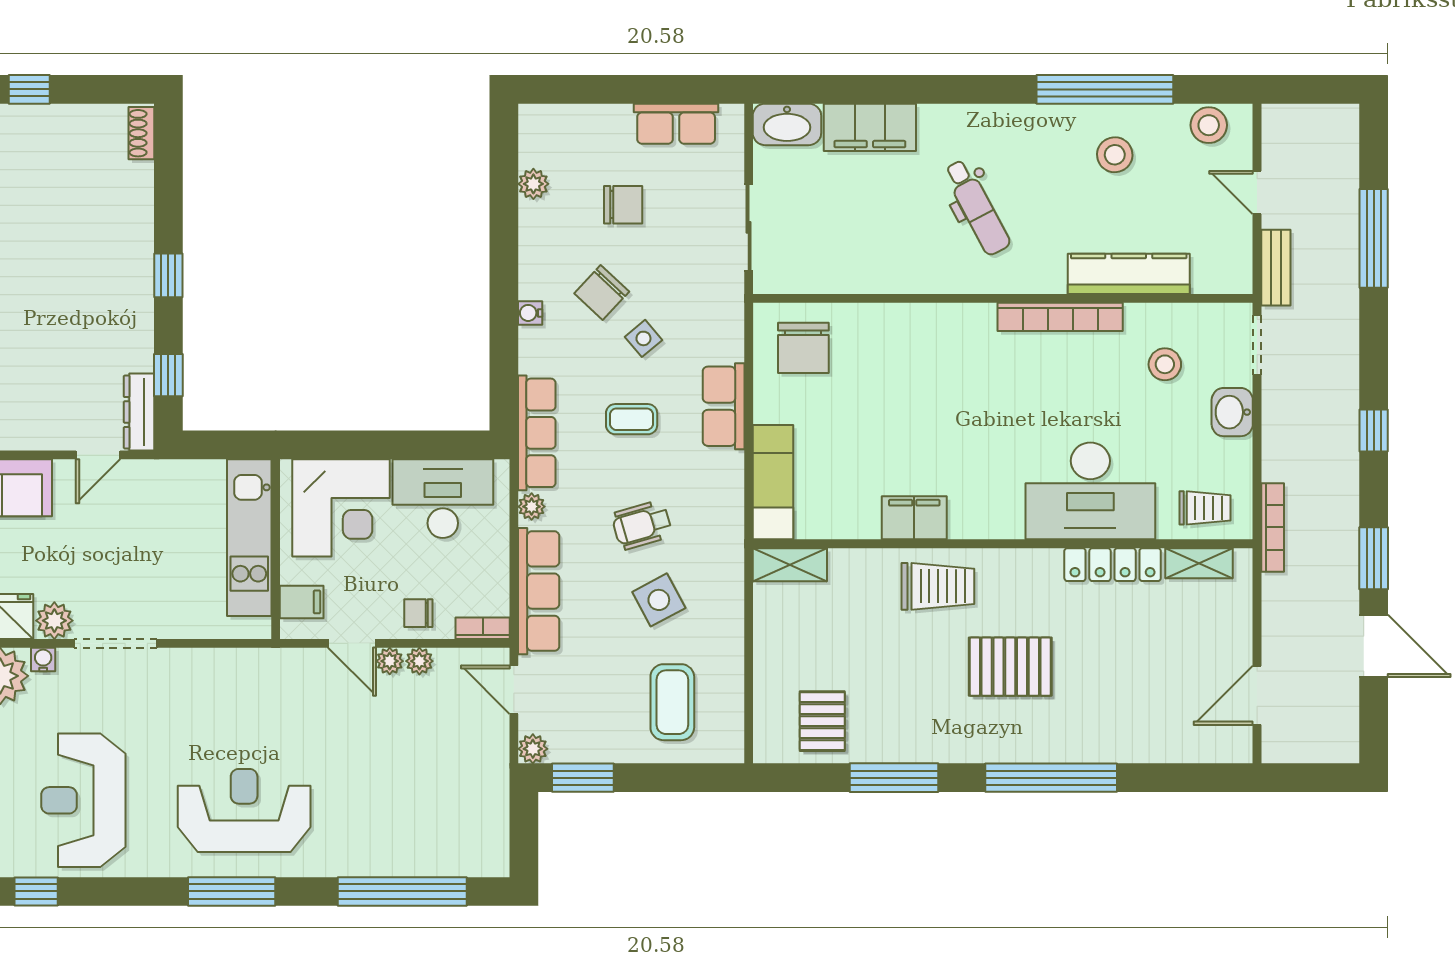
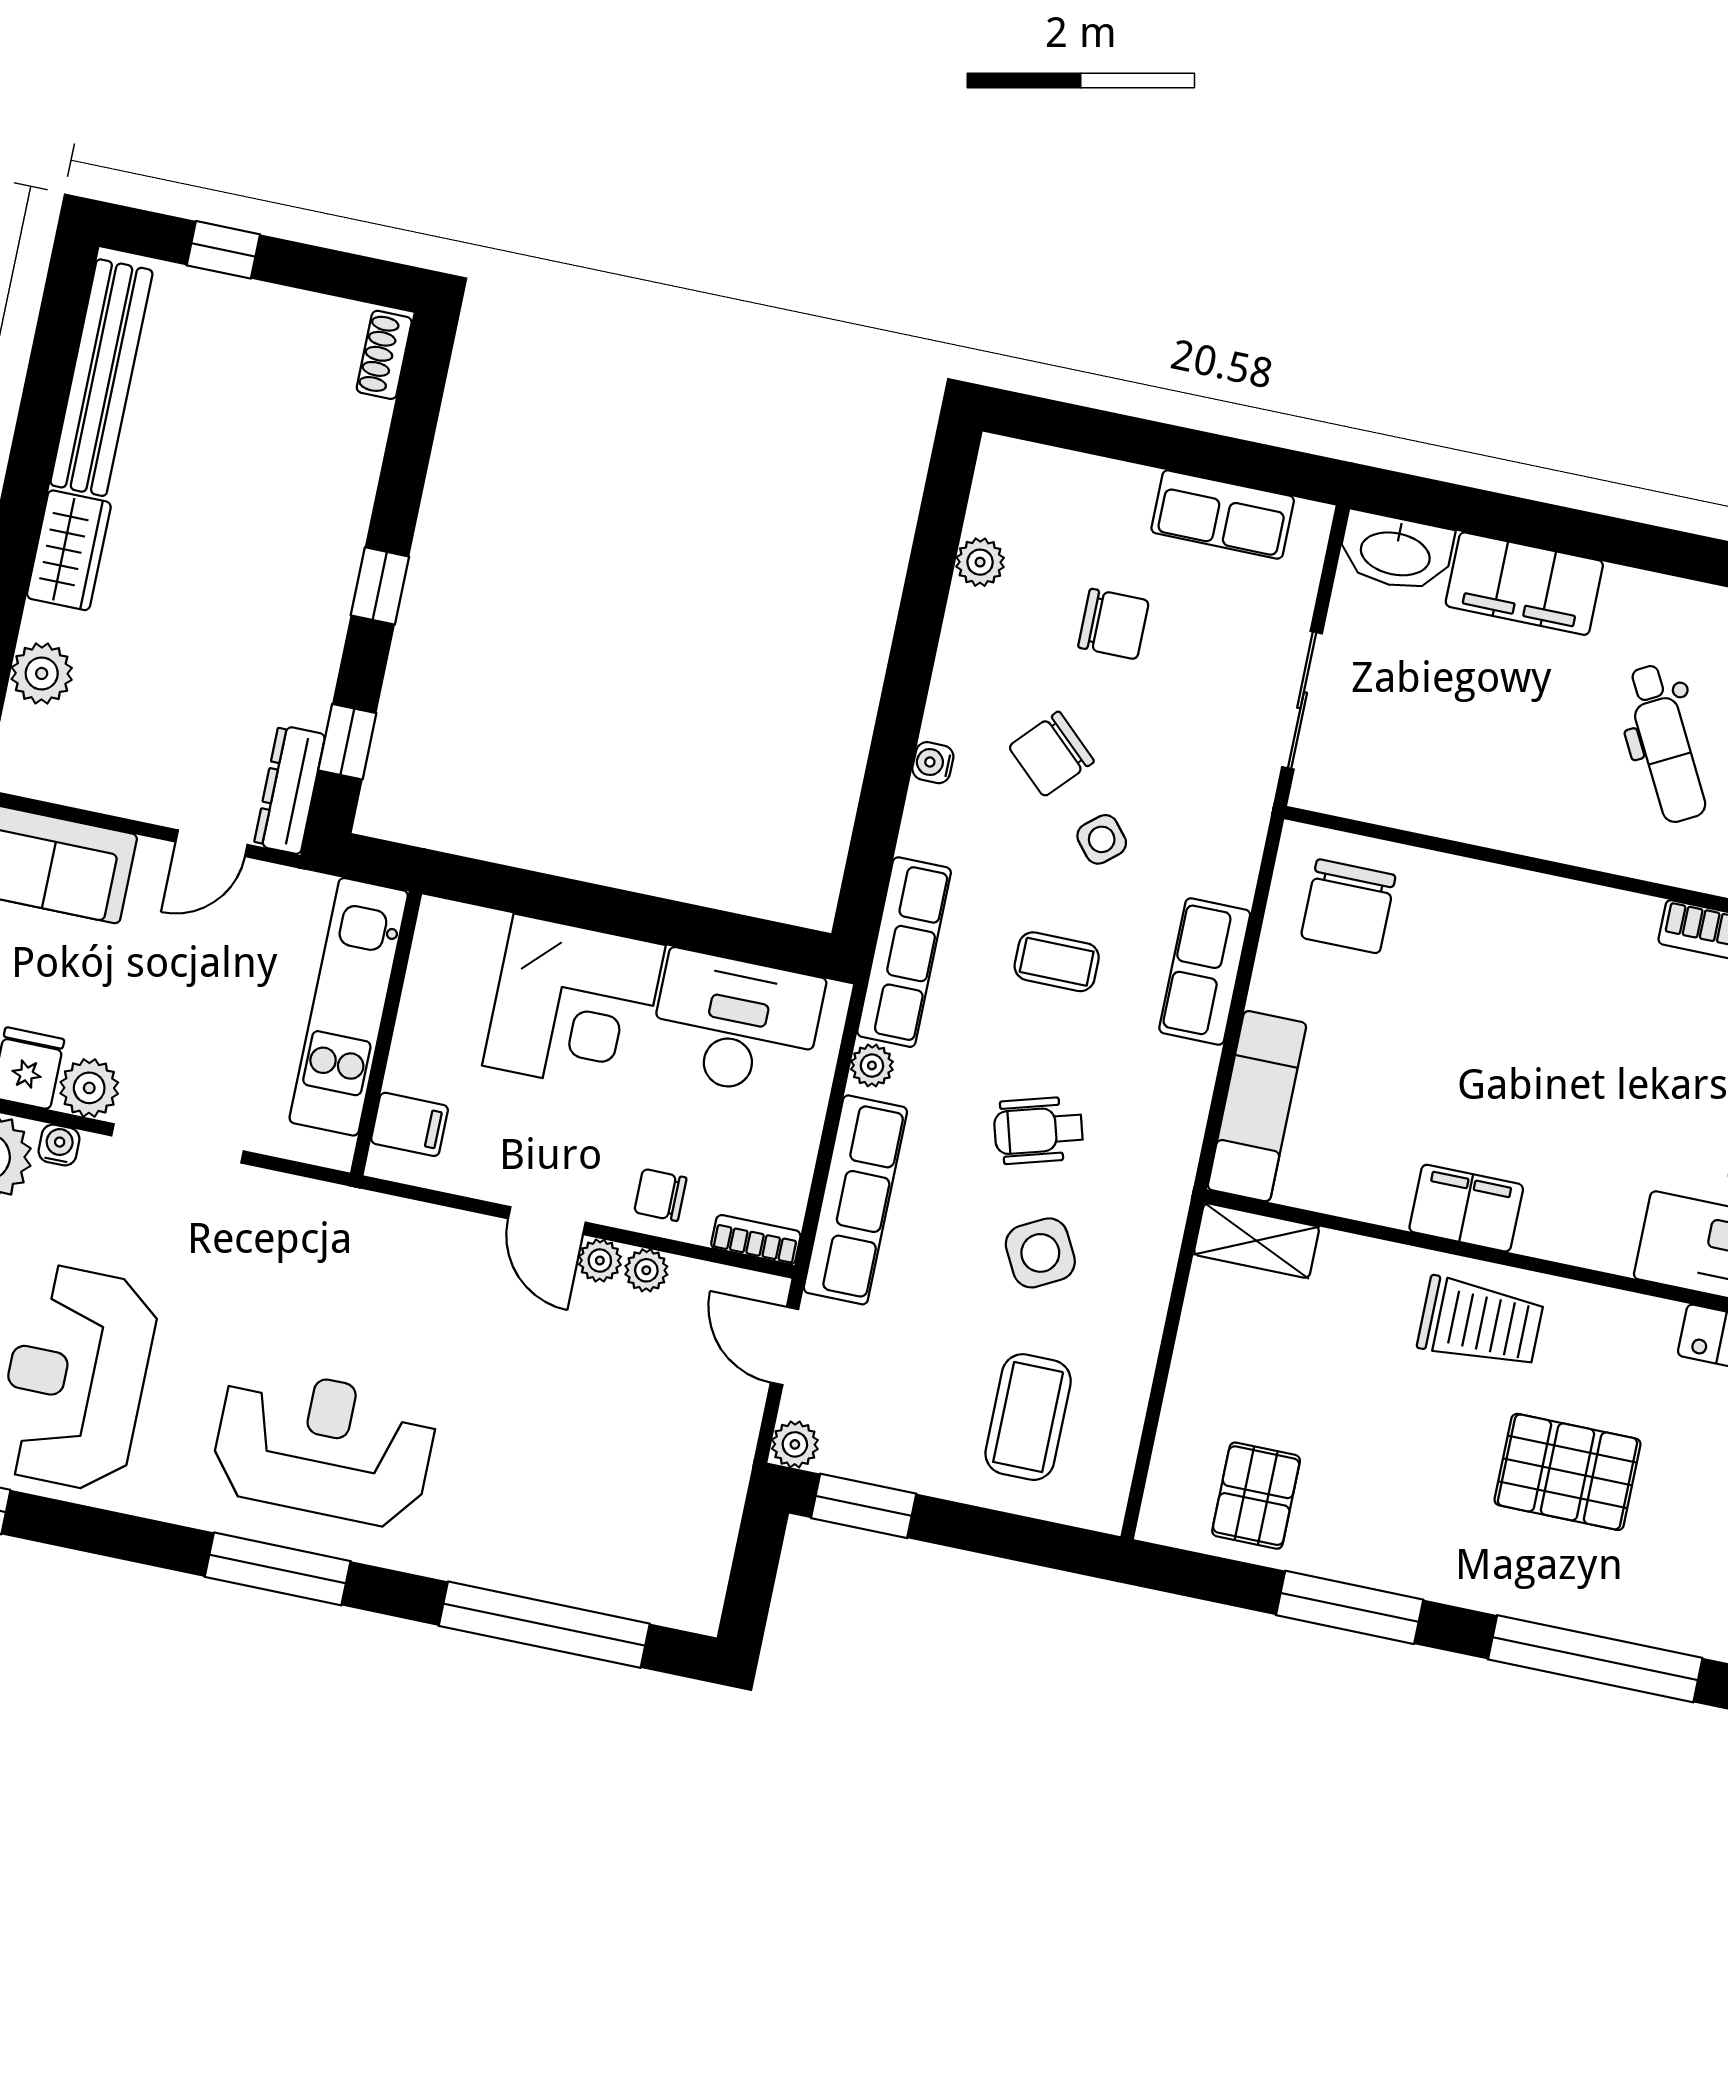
kitchen unit: (249, 538) -> (349, 1007), moved
wall: (276, 549) -> (386, 1033), moved
filing cabinet: (302, 602) -> (410, 1124), moved

